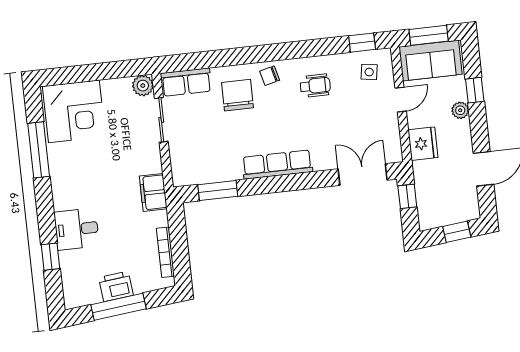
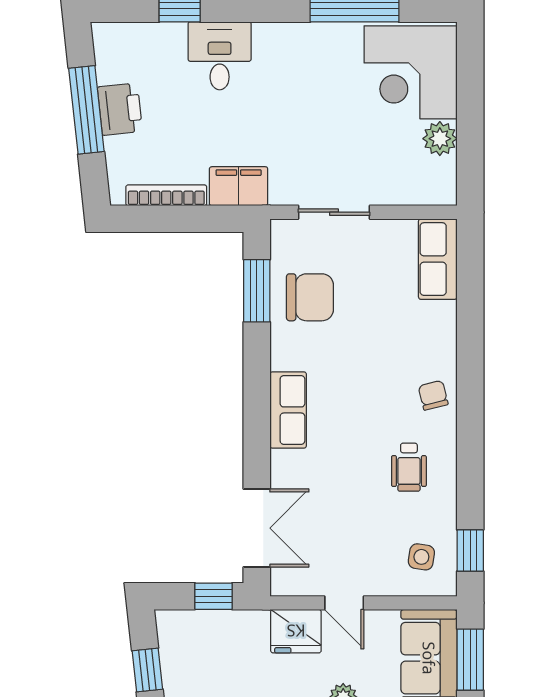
plant: (143, 86) -> (440, 139), moved
chair: (237, 95) -> (310, 297), moved
door: (401, 100) -> (344, 603), moved
sliding door: (161, 120) -> (334, 212), moved
row of seats: (277, 165) -> (288, 410), width x0.68
filing cabinet: (153, 192) -> (239, 186), moved

